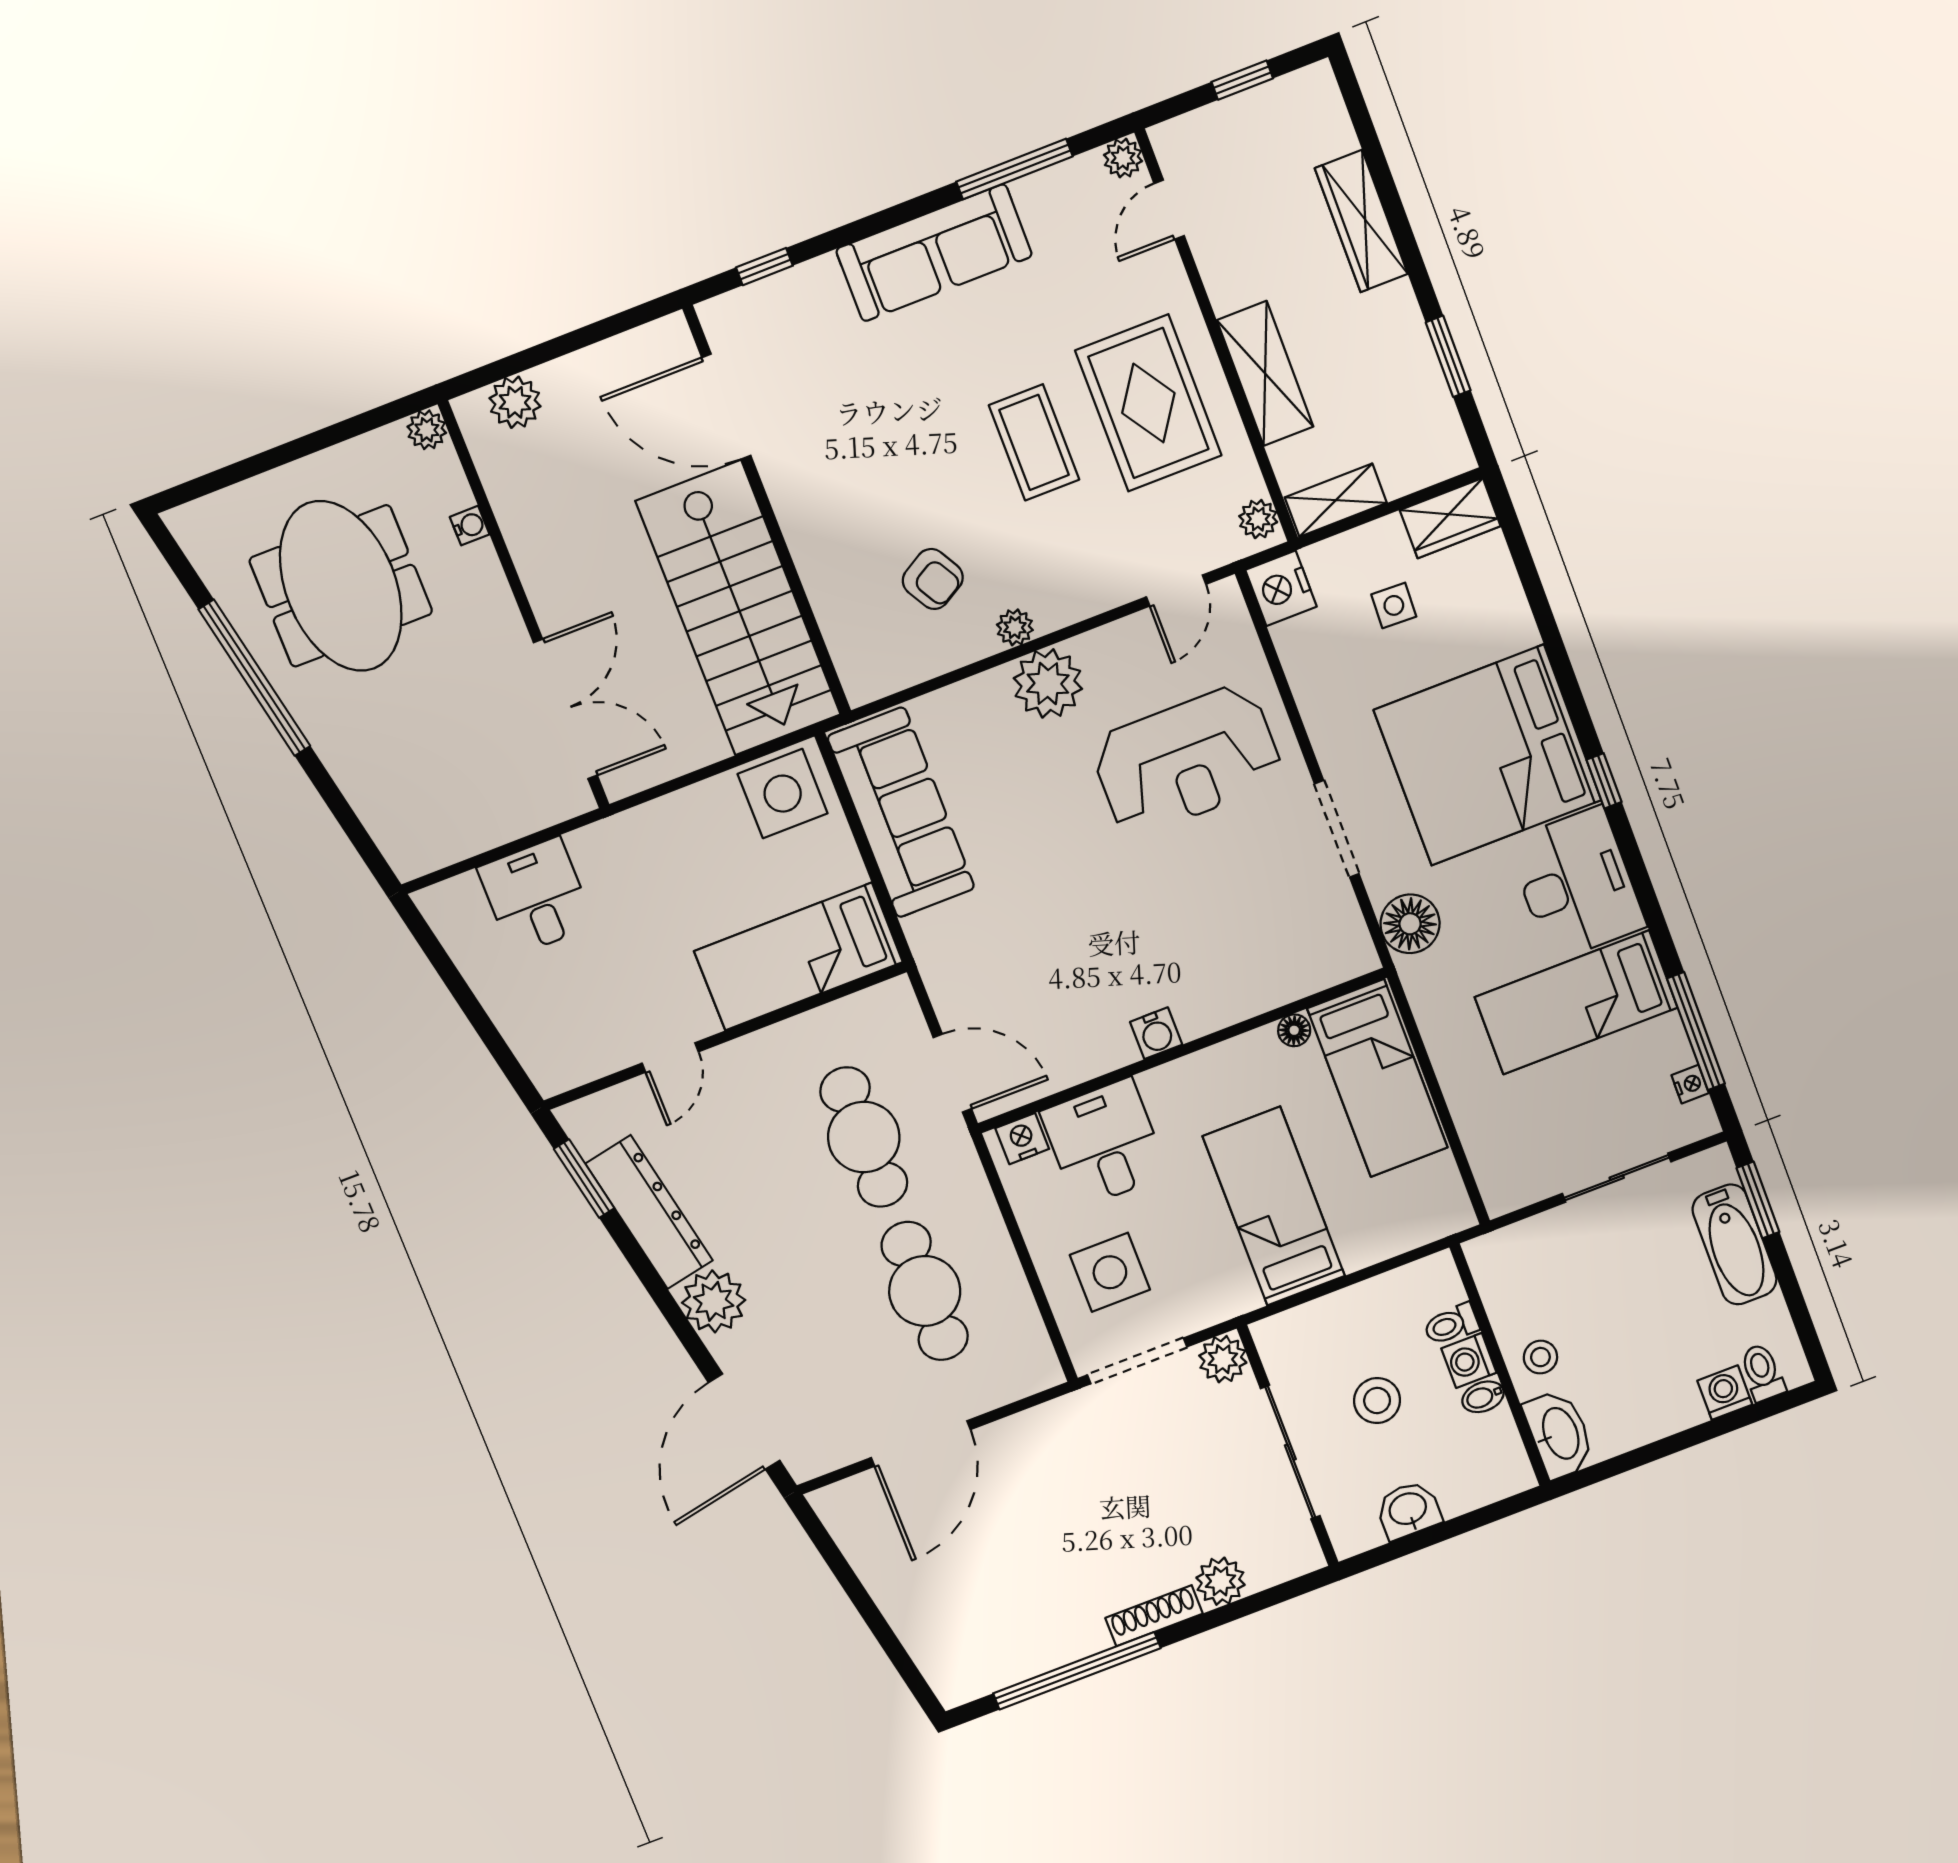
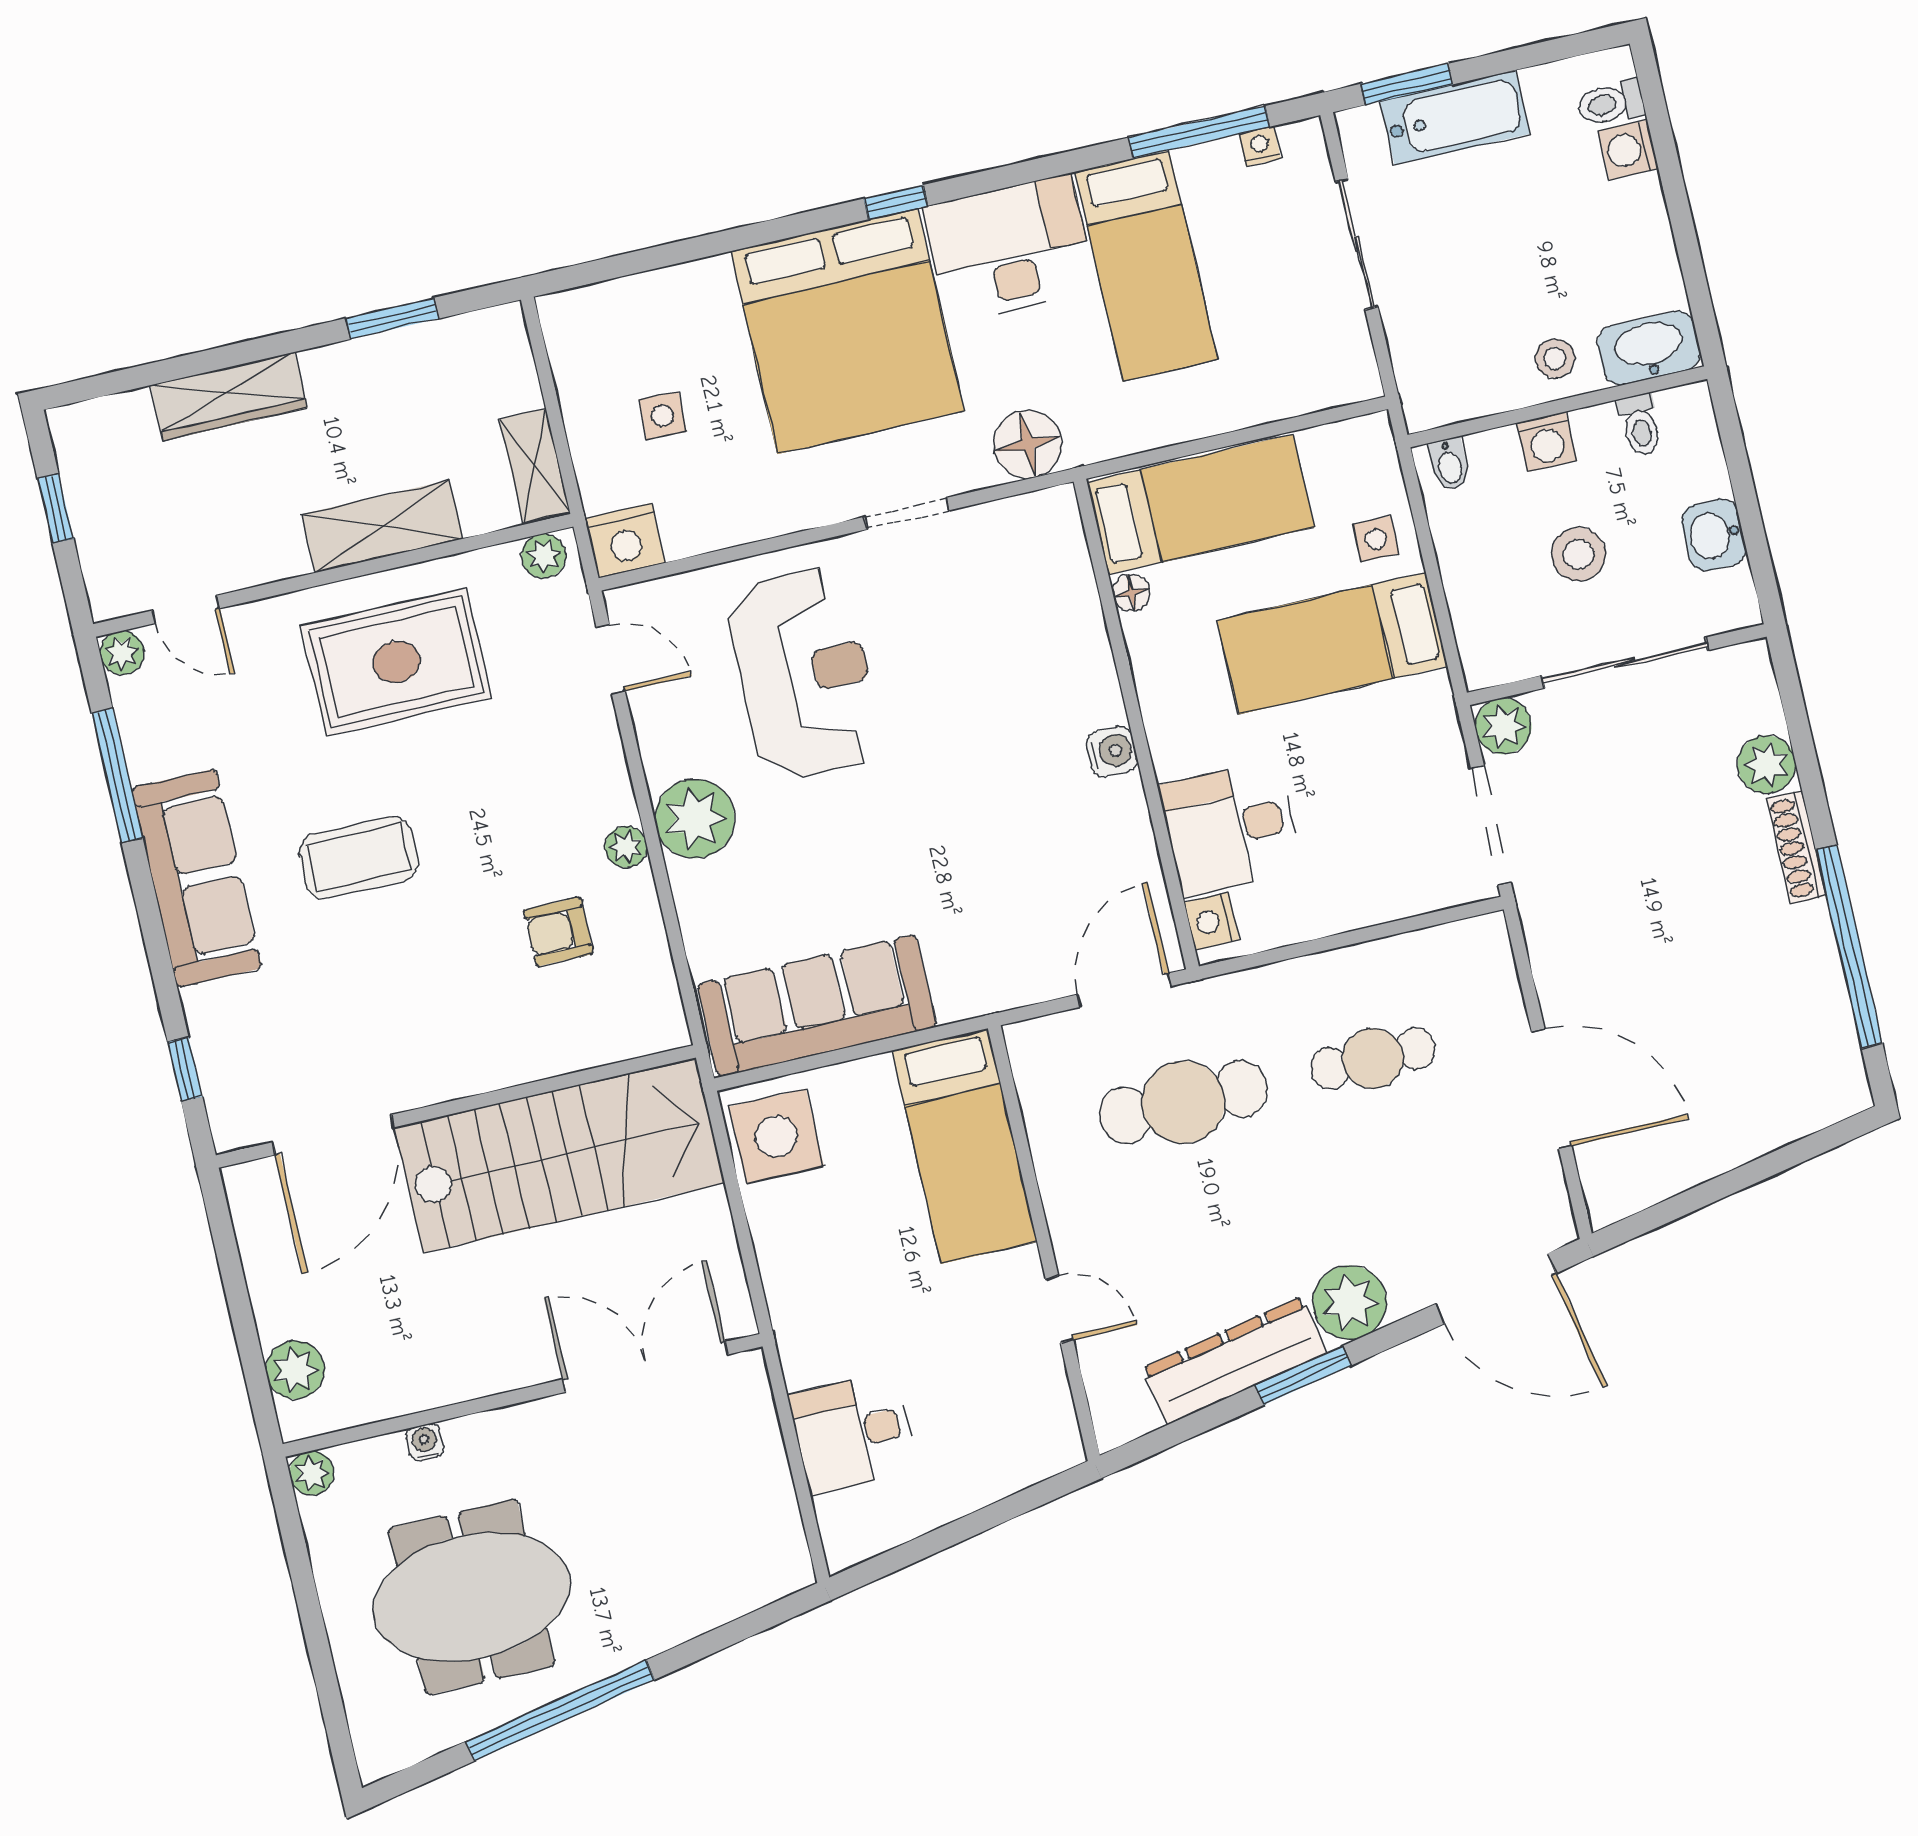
coffee table: (1034, 442) -> (359, 858), moved
wardrobe: (1450, 518) -> (573, 339), removed
armchair: (933, 579) -> (558, 932), turned -150
doorway: (1337, 829) -> (907, 514), width x0.73
window: (584, 1179) -> (1303, 1376), moved
side table: (1110, 1272) -> (1376, 539), moved, width x0.54, depth x0.54
cafe table: (925, 1291) -> (1373, 1058), width x0.73, depth x0.74
toilet: (1451, 1324) -> (1640, 425), moved
bidet: (1483, 1397) -> (1449, 464), moved

